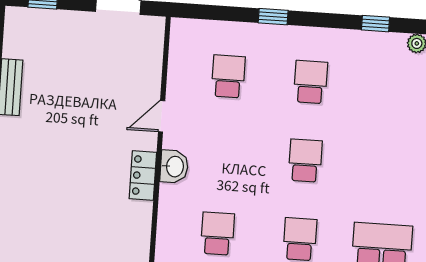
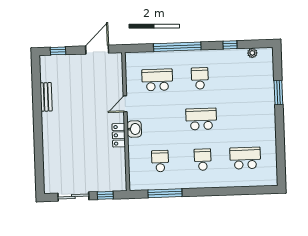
window: (273, 17) -> (177, 47), width x3.17
school desk: (228, 76) -> (157, 80), width x1.85
school desk: (305, 161) -> (201, 119), width x1.85

